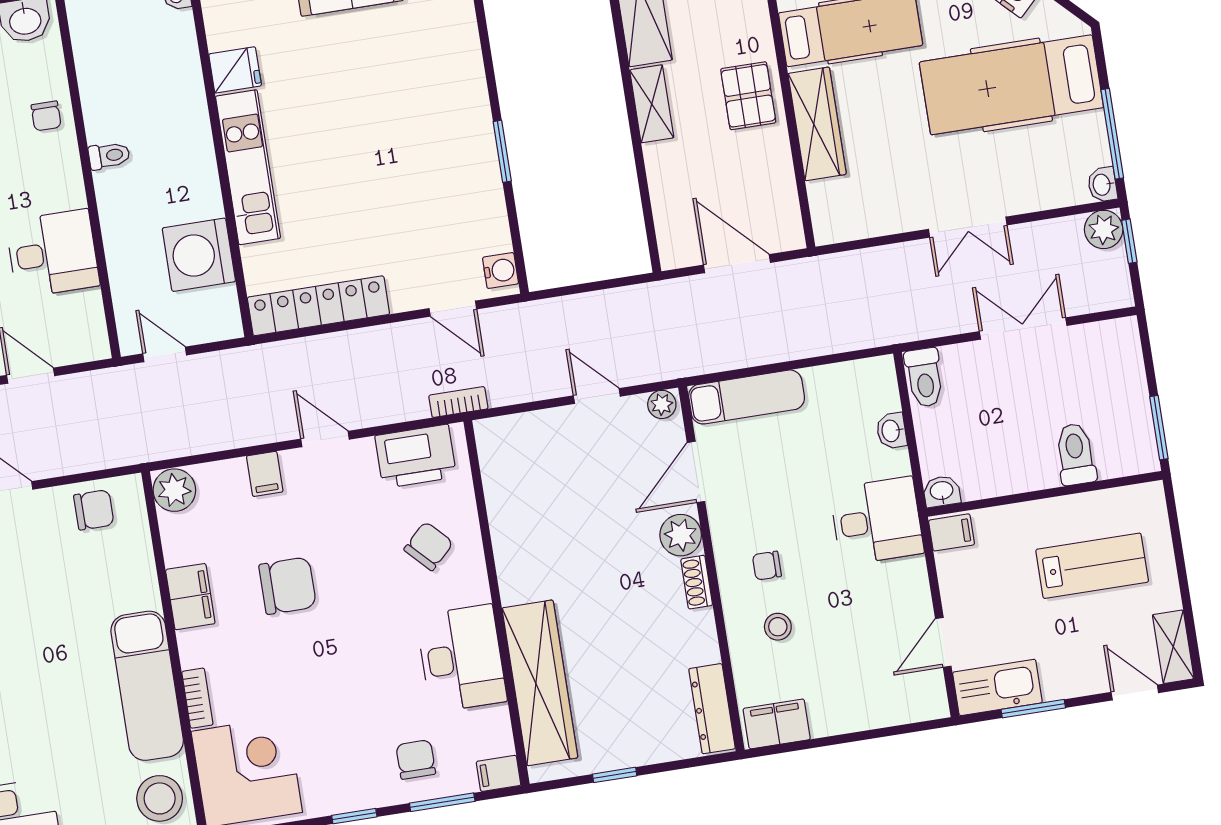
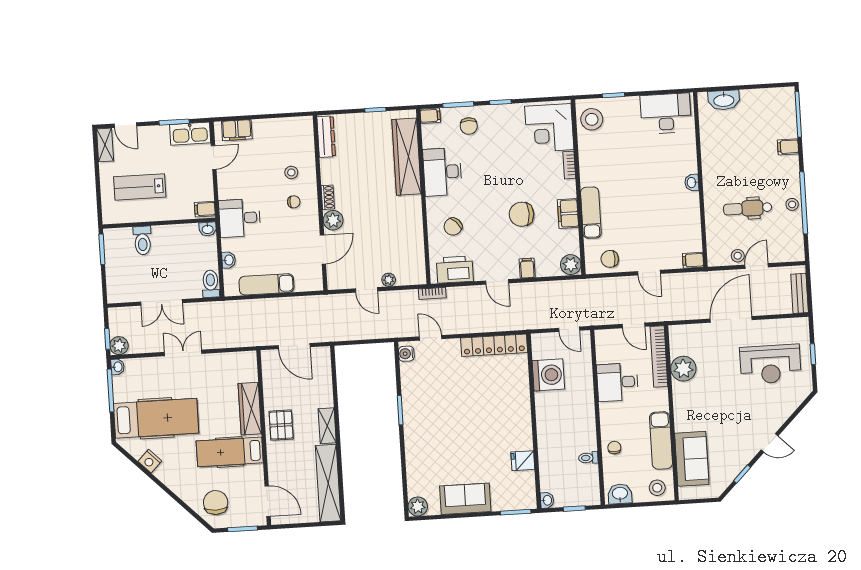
toilet: (109, 156) -> (588, 458), moved
kitchen unit: (248, 167) -> (521, 414), removed
exam couch: (747, 397) -> (266, 284), moved
plant: (662, 404) -> (389, 280), moved
exam couch: (147, 686) -> (591, 213), moved, width x0.73, depth x0.69
filing cabinet: (777, 724) -> (237, 130), moved

